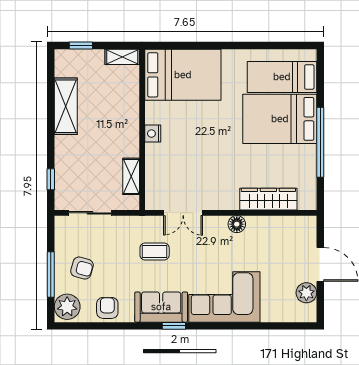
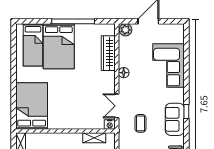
nightstand: (153, 134) -> (110, 125), moved
double door: (183, 213) -> (117, 106), swing flipped
plant: (306, 293) -> (125, 30), moved
corner sofa: (224, 297) -> (169, 66), moved

